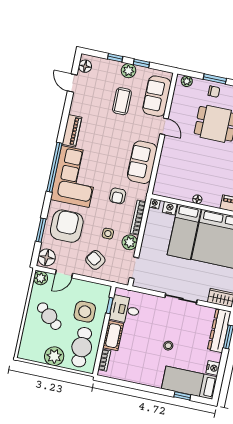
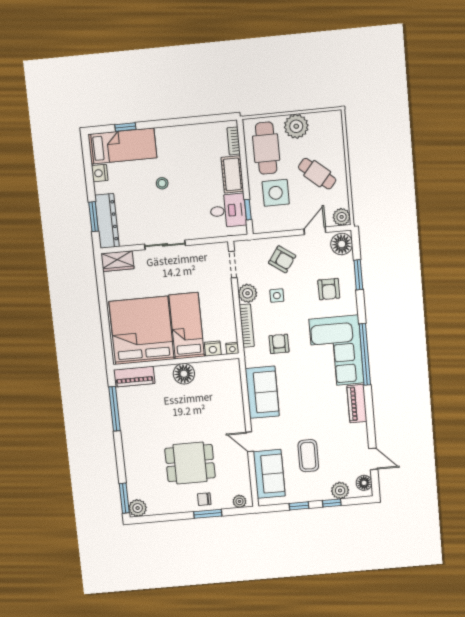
plant: (128, 71) -> (340, 491), moved
floor lamp: (197, 199) -> (184, 374), width x1.89, depth x1.89
armchair: (67, 226) -> (329, 289), width x0.53, depth x0.53

